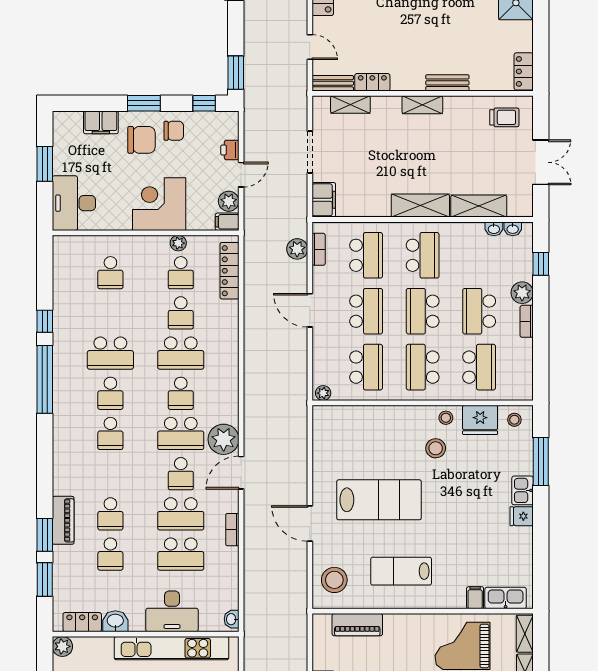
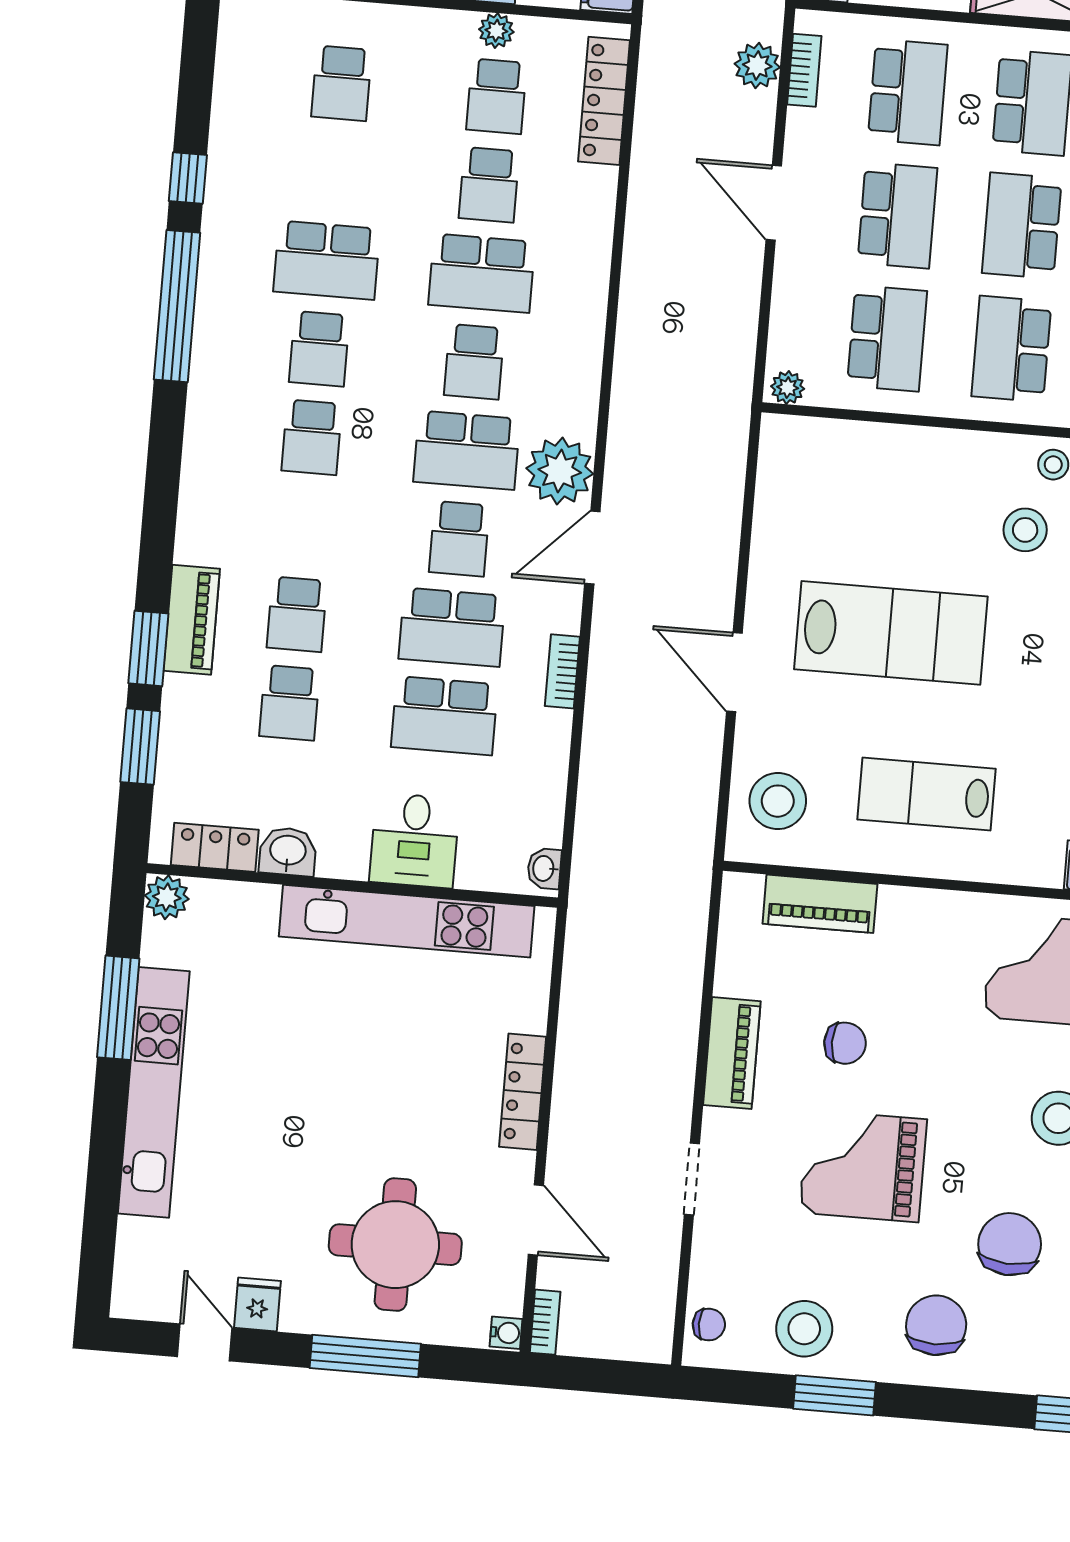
desk: (172, 611) -> (415, 840), width x0.73

